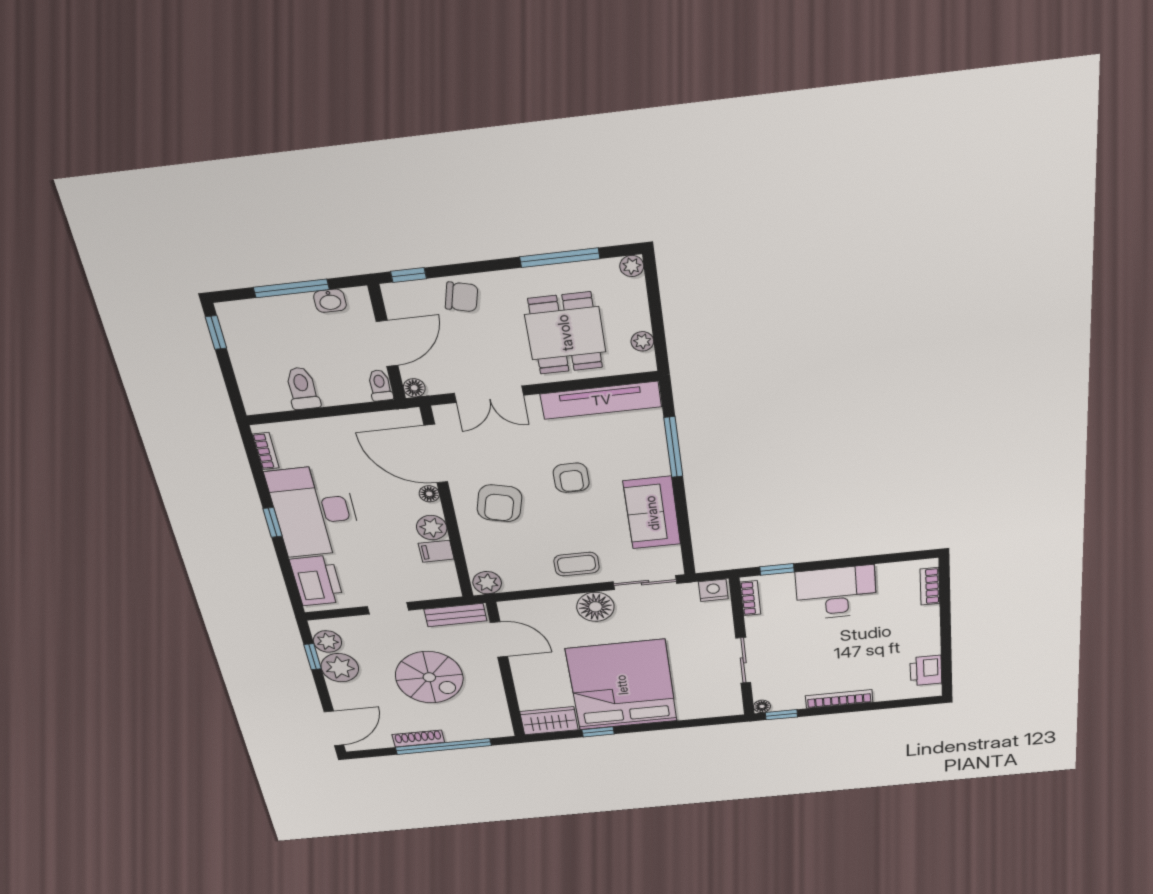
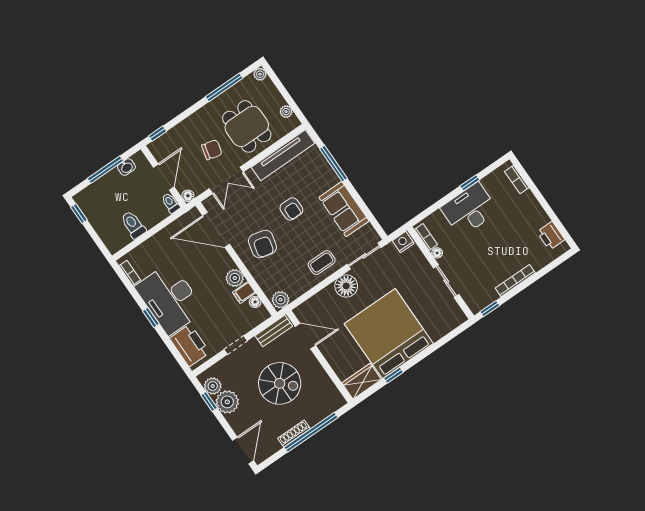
chair: (462, 297) -> (212, 150), moved
floor lamp: (429, 494) -> (255, 302), moved
window: (777, 569) -> (470, 183), moved
floor lamp: (762, 706) -> (437, 253), moved

